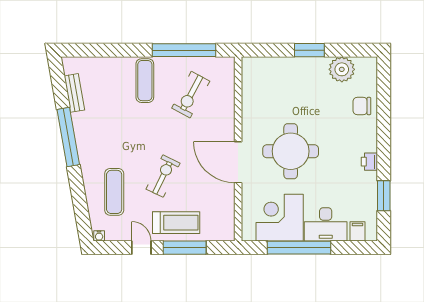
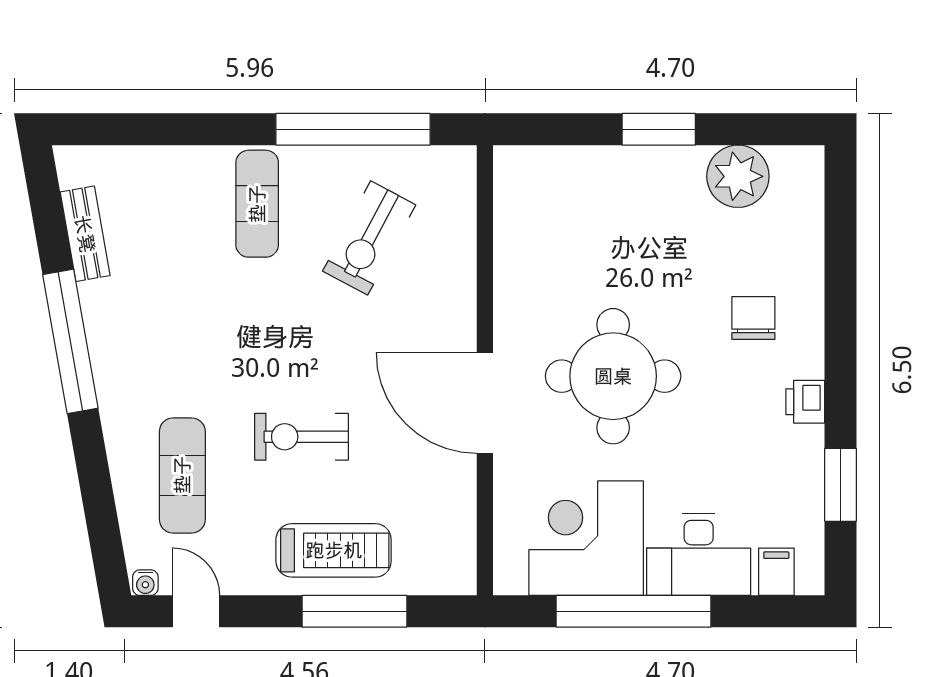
chair: (362, 106) -> (753, 318), moved, turned 90
exercise bike: (163, 176) -> (302, 437), turned -116
door: (141, 248) -> (196, 611), moved

